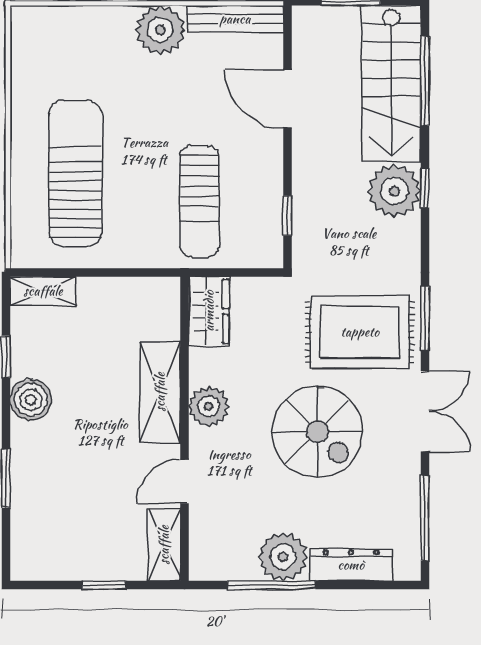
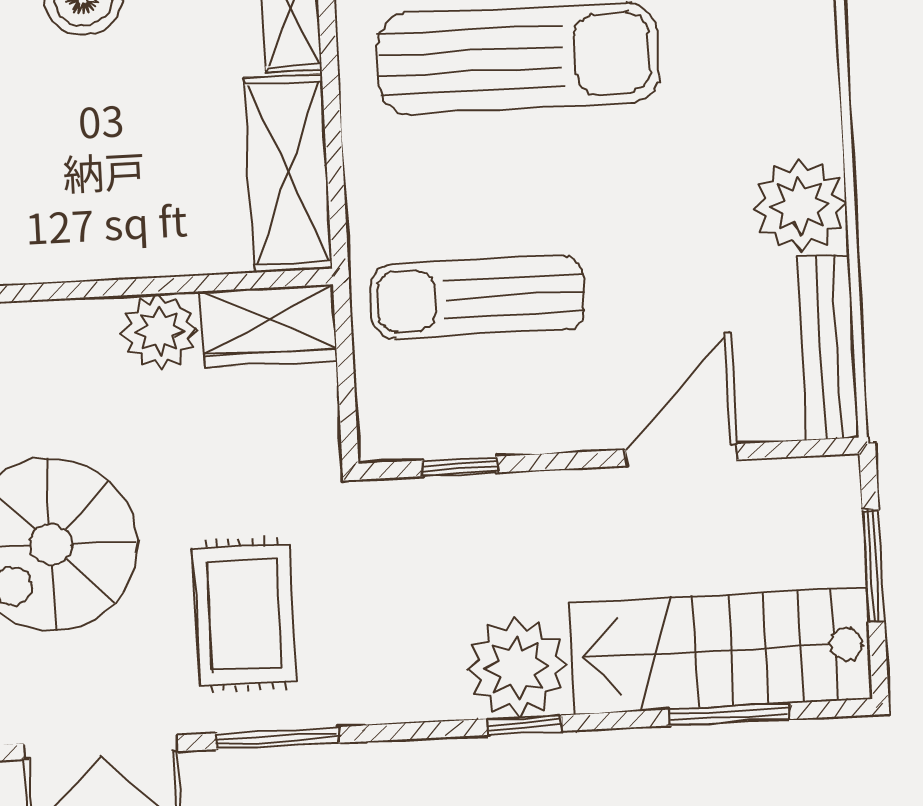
window: (425, 81) -> (729, 714), width x0.69
rug: (360, 332) -> (245, 615), width x0.73, depth x0.70
shelving: (160, 392) -> (288, 173), moved, turned 90
plant: (209, 406) -> (160, 332), moved

